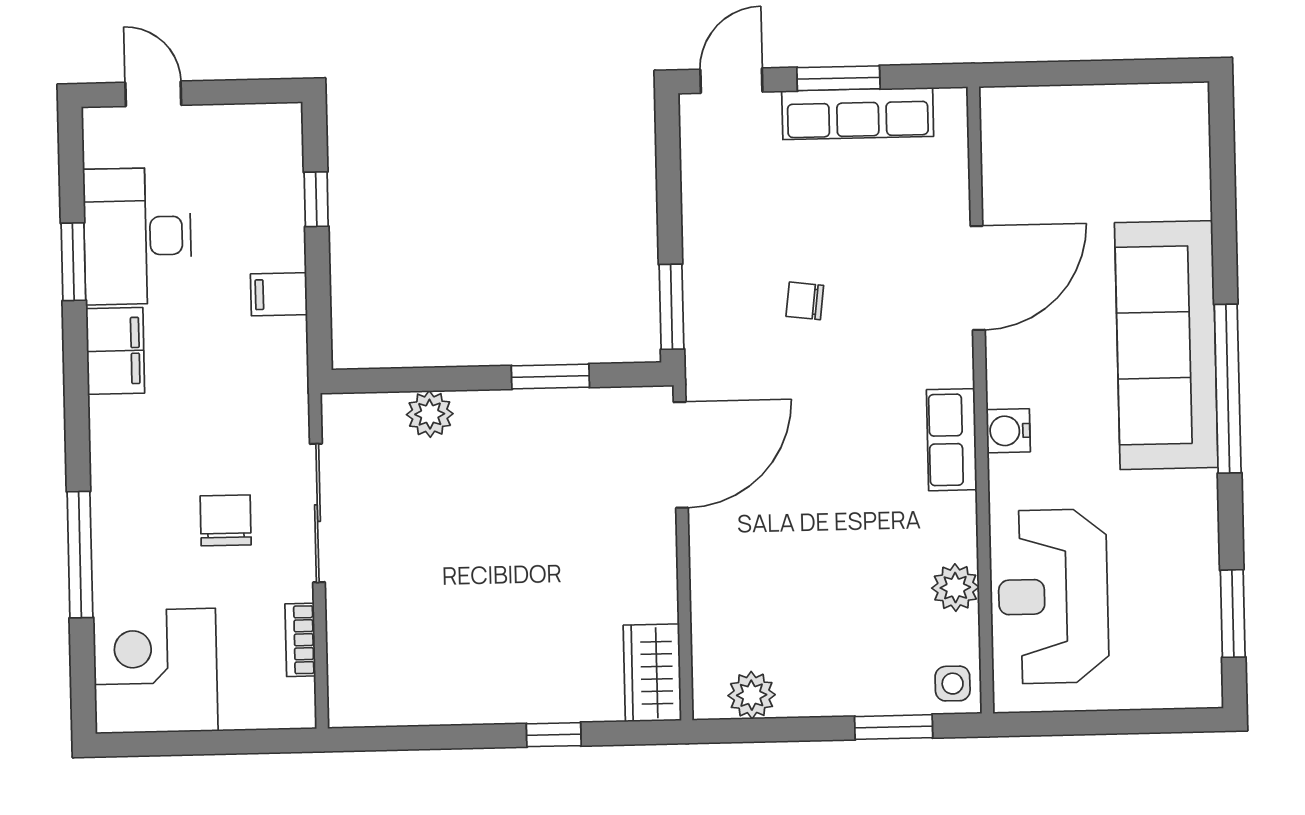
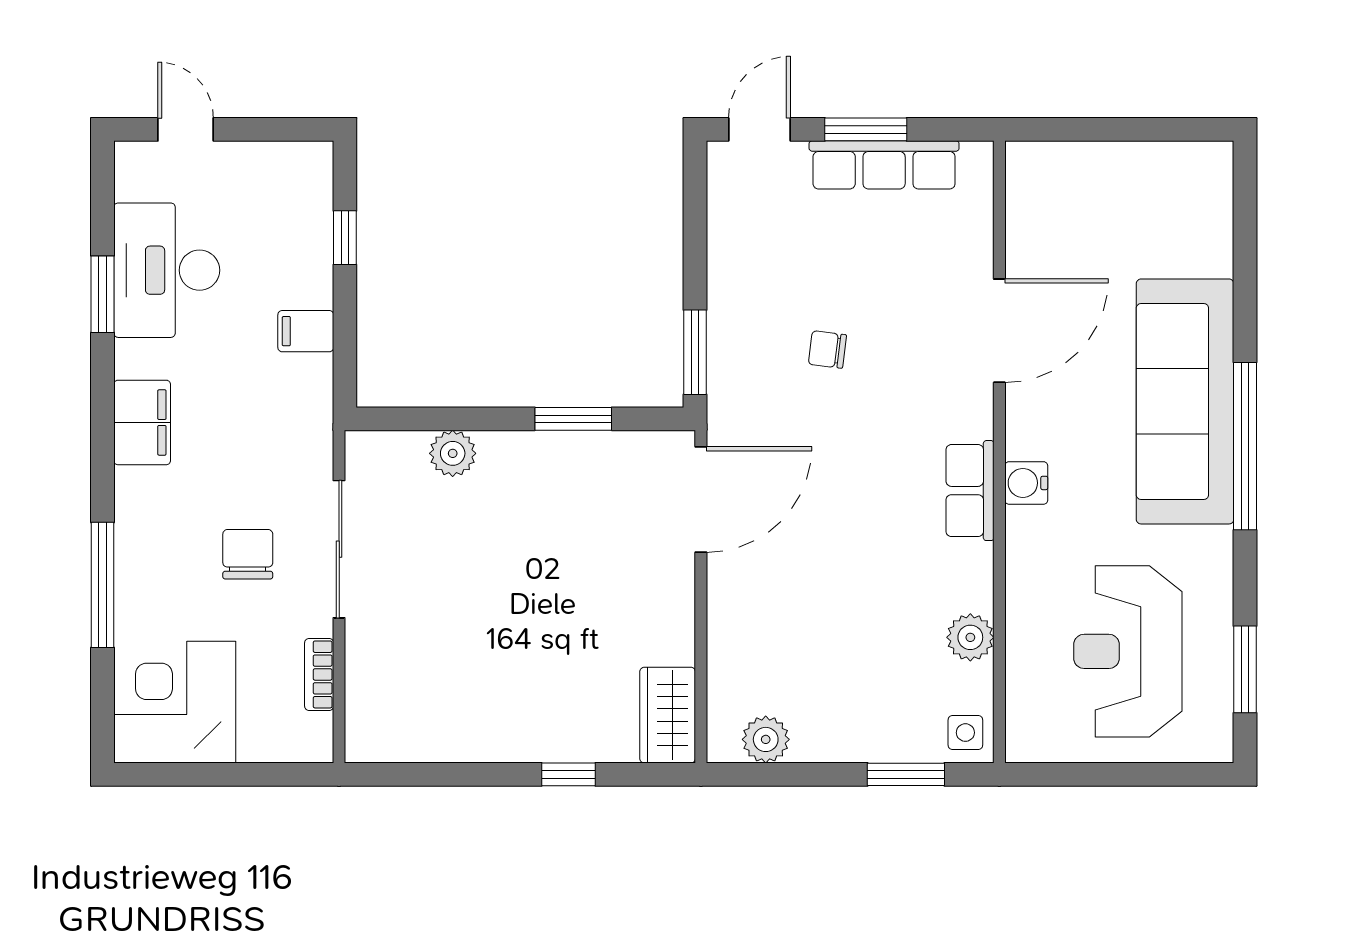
filing cabinet: (115, 351) -> (142, 422), moved
reception desk: (1053, 596) -> (1128, 651), moved

